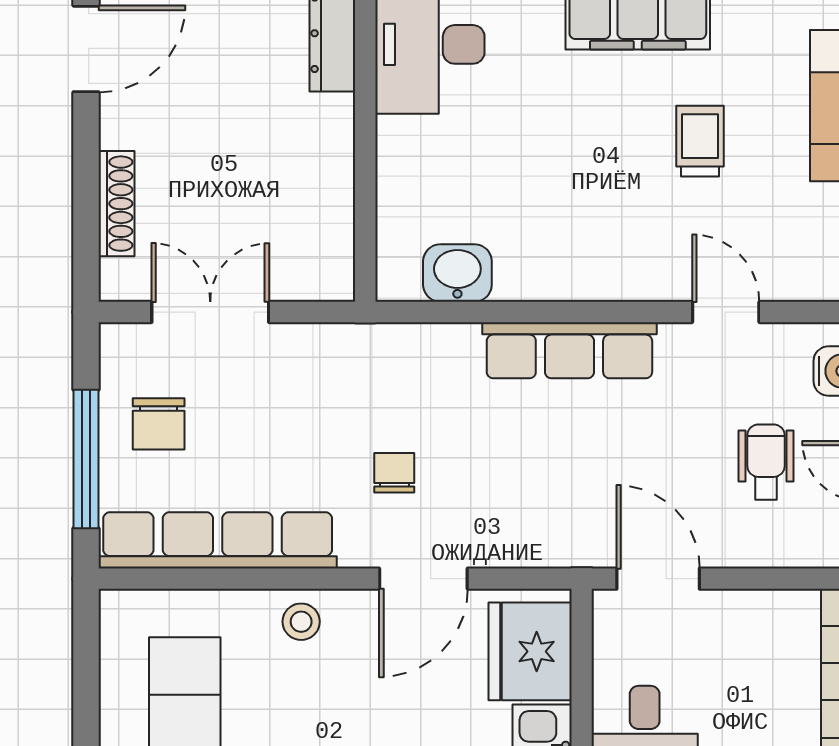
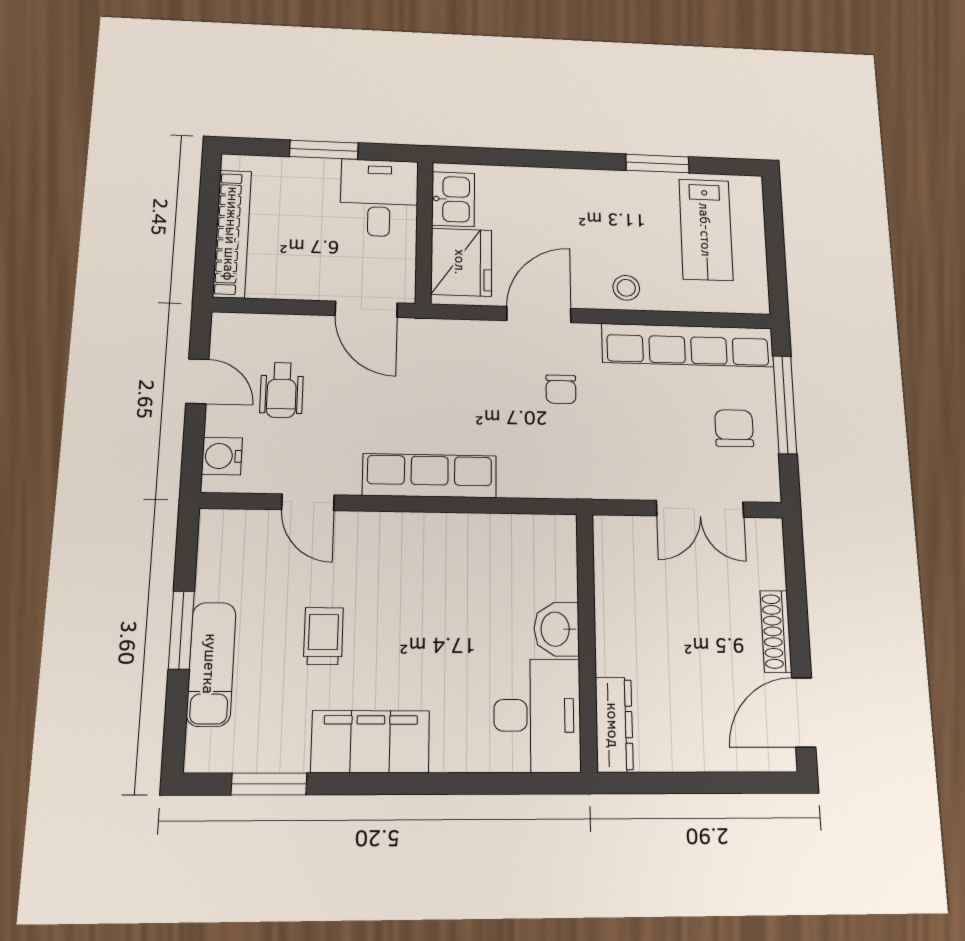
trolley: (700, 141) -> (323, 636), turned 180
shoe rack: (117, 204) -> (776, 631), moved
washbasin: (457, 273) -> (556, 629), moved, turned 90

